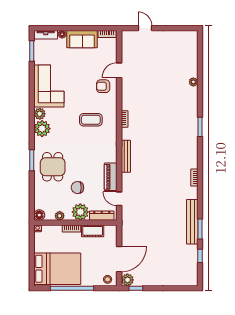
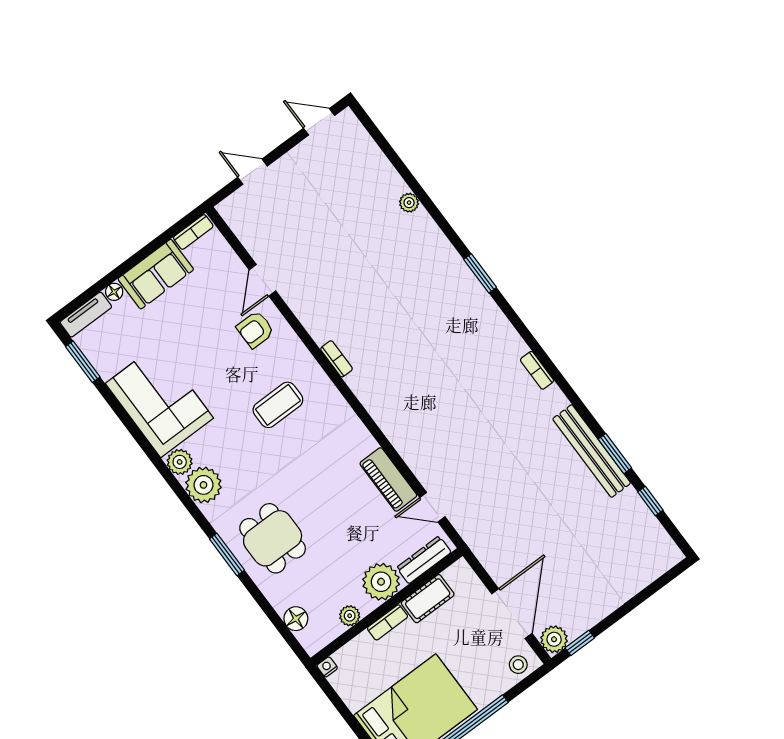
door: (183, 28) -> (319, 122), added
bench: (126, 156) -> (388, 423), removed
chair: (77, 188) -> (344, 542), removed
floor lamp: (39, 215) -> (296, 619), moved

